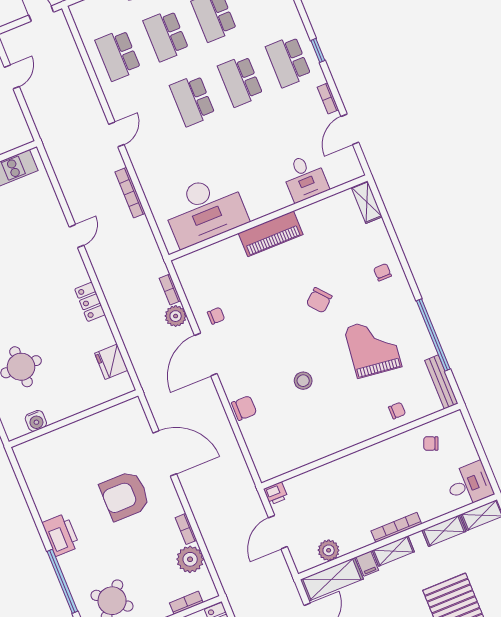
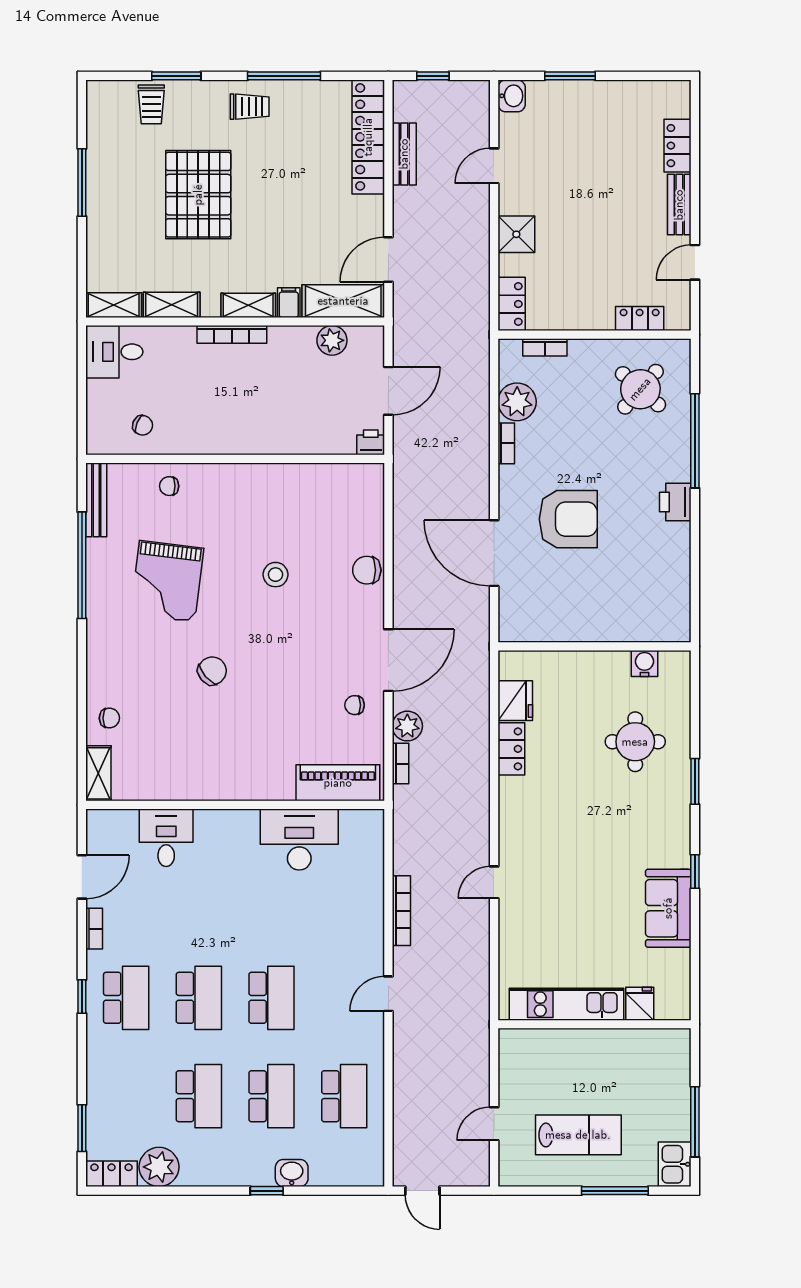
desk: (205, 210) -> (299, 840), width x0.73, depth x0.77
piano: (271, 234) -> (338, 783), moved
chair: (383, 272) -> (109, 718), moved, turned -90
locker: (90, 302) -> (511, 749), moved
printer: (61, 535) -> (675, 502), width x0.73, depth x0.84

